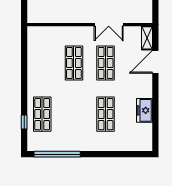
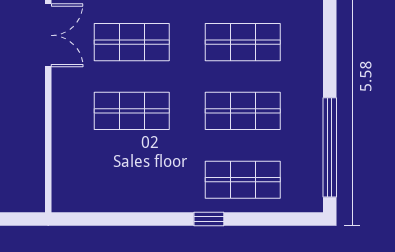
shop shelf: (74, 114) -> (243, 111), added
window: (24, 122) -> (209, 219), moved

